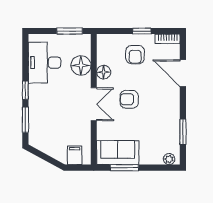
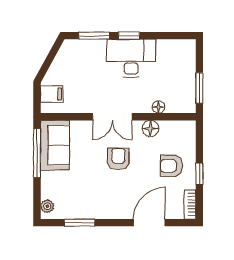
desk: (45, 63) -> (131, 58), moved
floor lamp: (81, 65) -> (158, 107), width x0.53, depth x0.53
window: (124, 168) -> (37, 153), width x1.44

